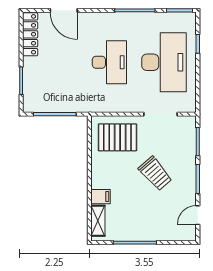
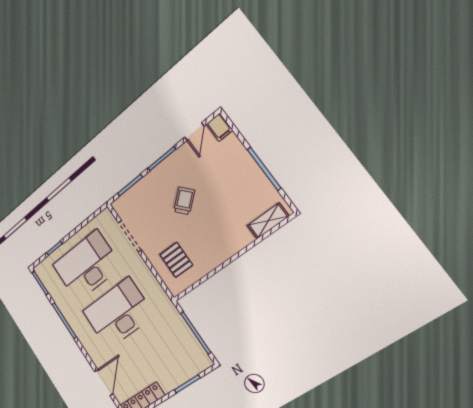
desk: (109, 62) -> (118, 313), width x1.36, depth x1.30
pallet: (117, 137) -> (176, 260), width x0.67, depth x0.71
trolley: (155, 173) -> (184, 201), width x0.73, depth x0.72
filing cabinet: (100, 197) -> (219, 127), moved, turned 180
door: (198, 215) -> (194, 132), hinge flipped

